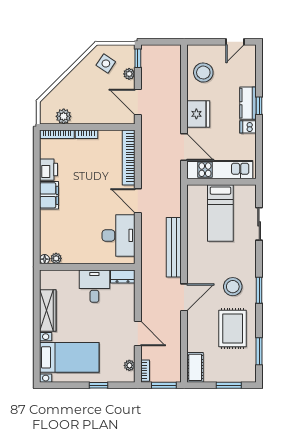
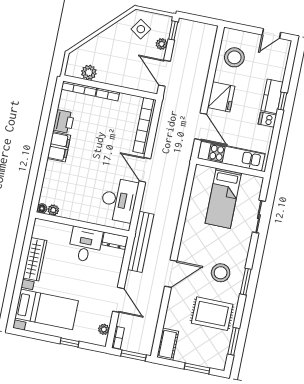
bench: (174, 247) -> (141, 242), moved
rug: (233, 328) -> (212, 314), turned 90

